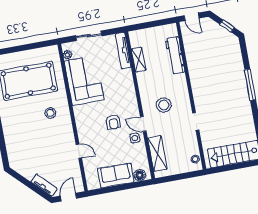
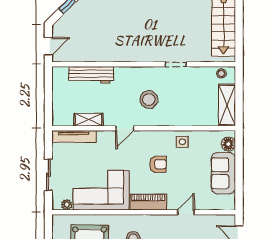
piano: (82, 120) -> (148, 202), added
door: (143, 124) -> (125, 128), moved
shelving: (157, 154) -> (227, 105), moved, turned 90

